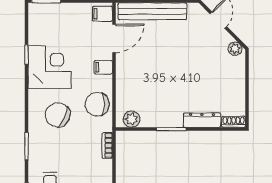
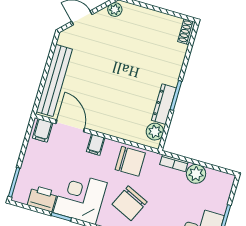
printer: (39, 32) -> (42, 199), added
chair: (97, 104) -> (130, 161), turned -90
dresser: (202, 120) -> (164, 104), moved
plant: (103, 169) -> (196, 174), added

